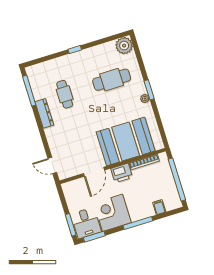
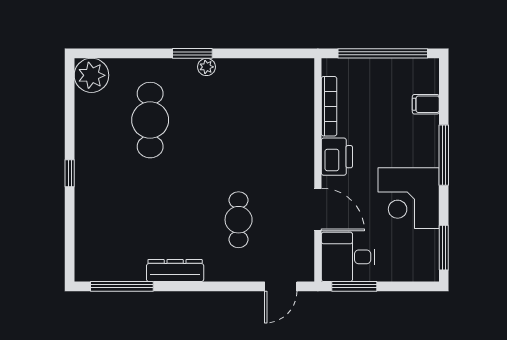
cafe table: (65, 94) -> (239, 220), moved, turned 90
booth: (126, 141) -> (278, 130), removed
desk: (86, 223) -> (348, 257), moved, turned 180
window: (71, 225) -> (354, 286), moved

